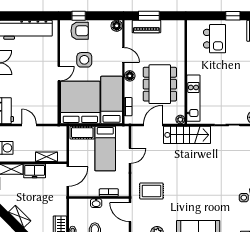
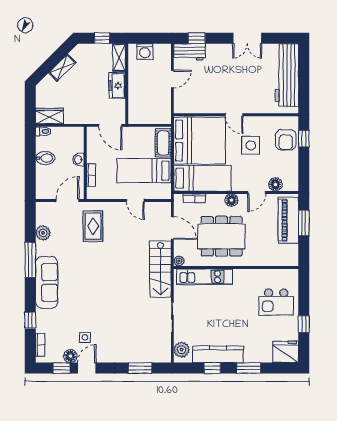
floor lamp: (117, 26) -> (276, 184), moved
piano: (146, 27) -> (288, 220), width x1.37, depth x1.33
shelving: (46, 157) -> (134, 100), removed

